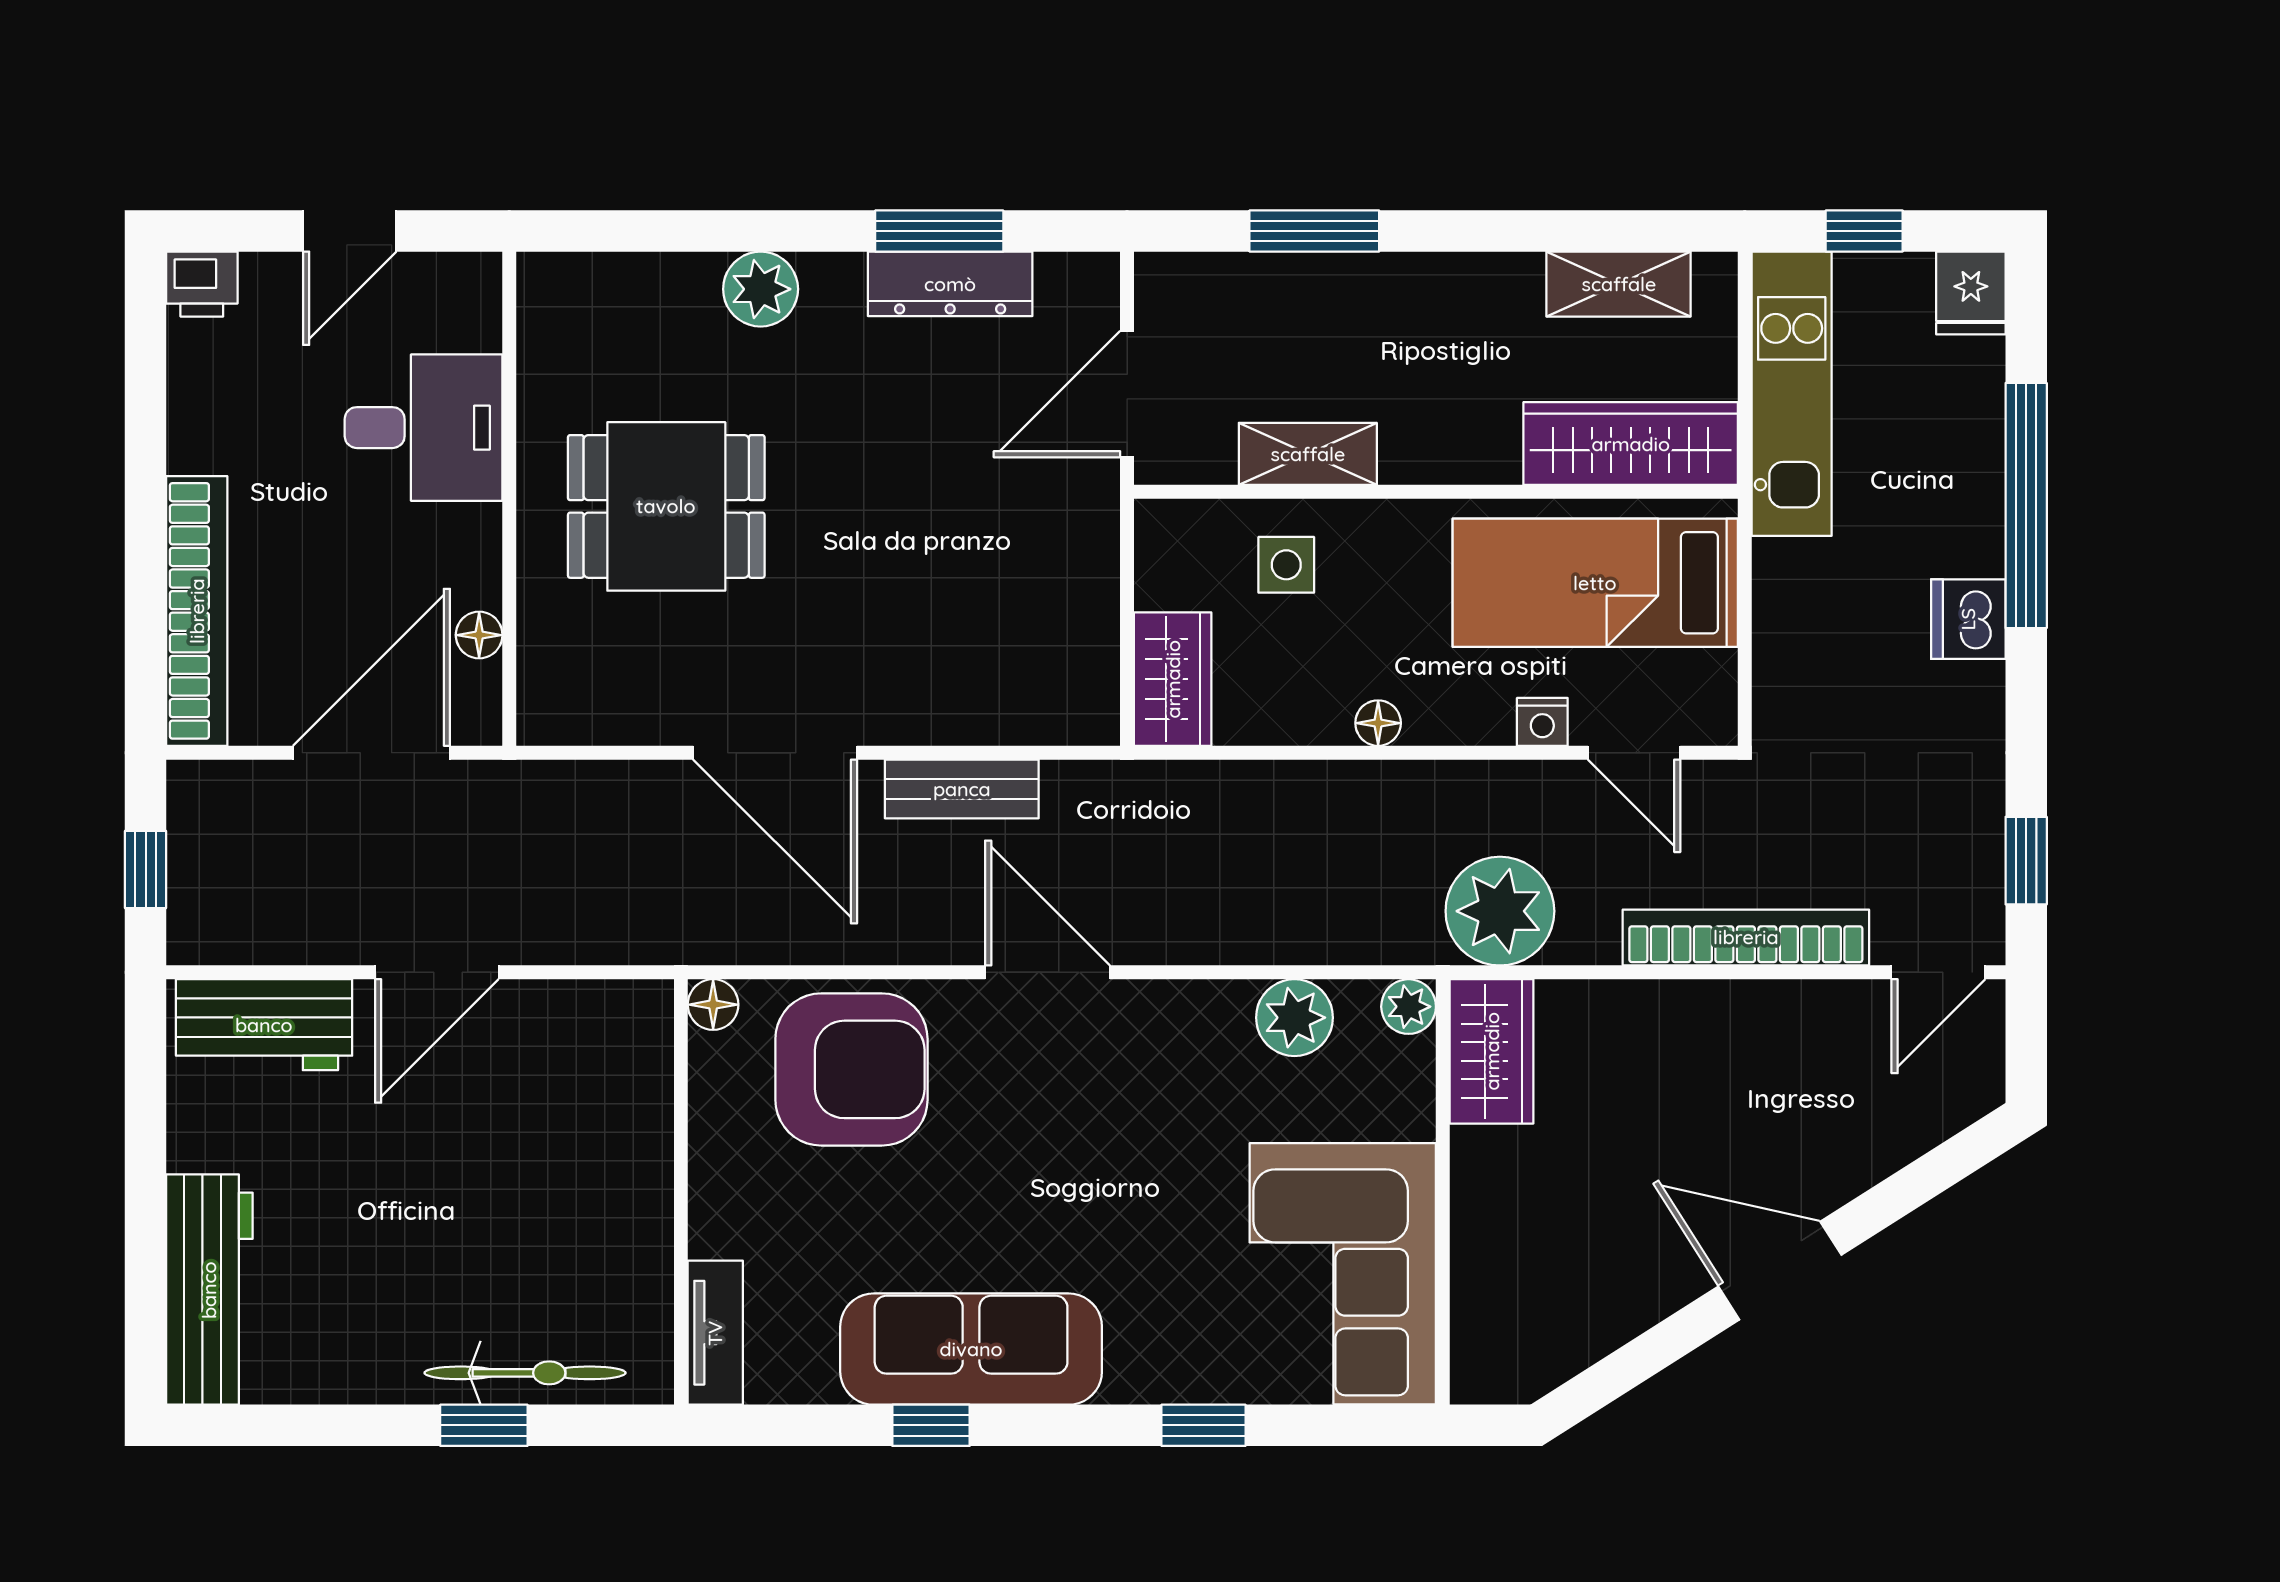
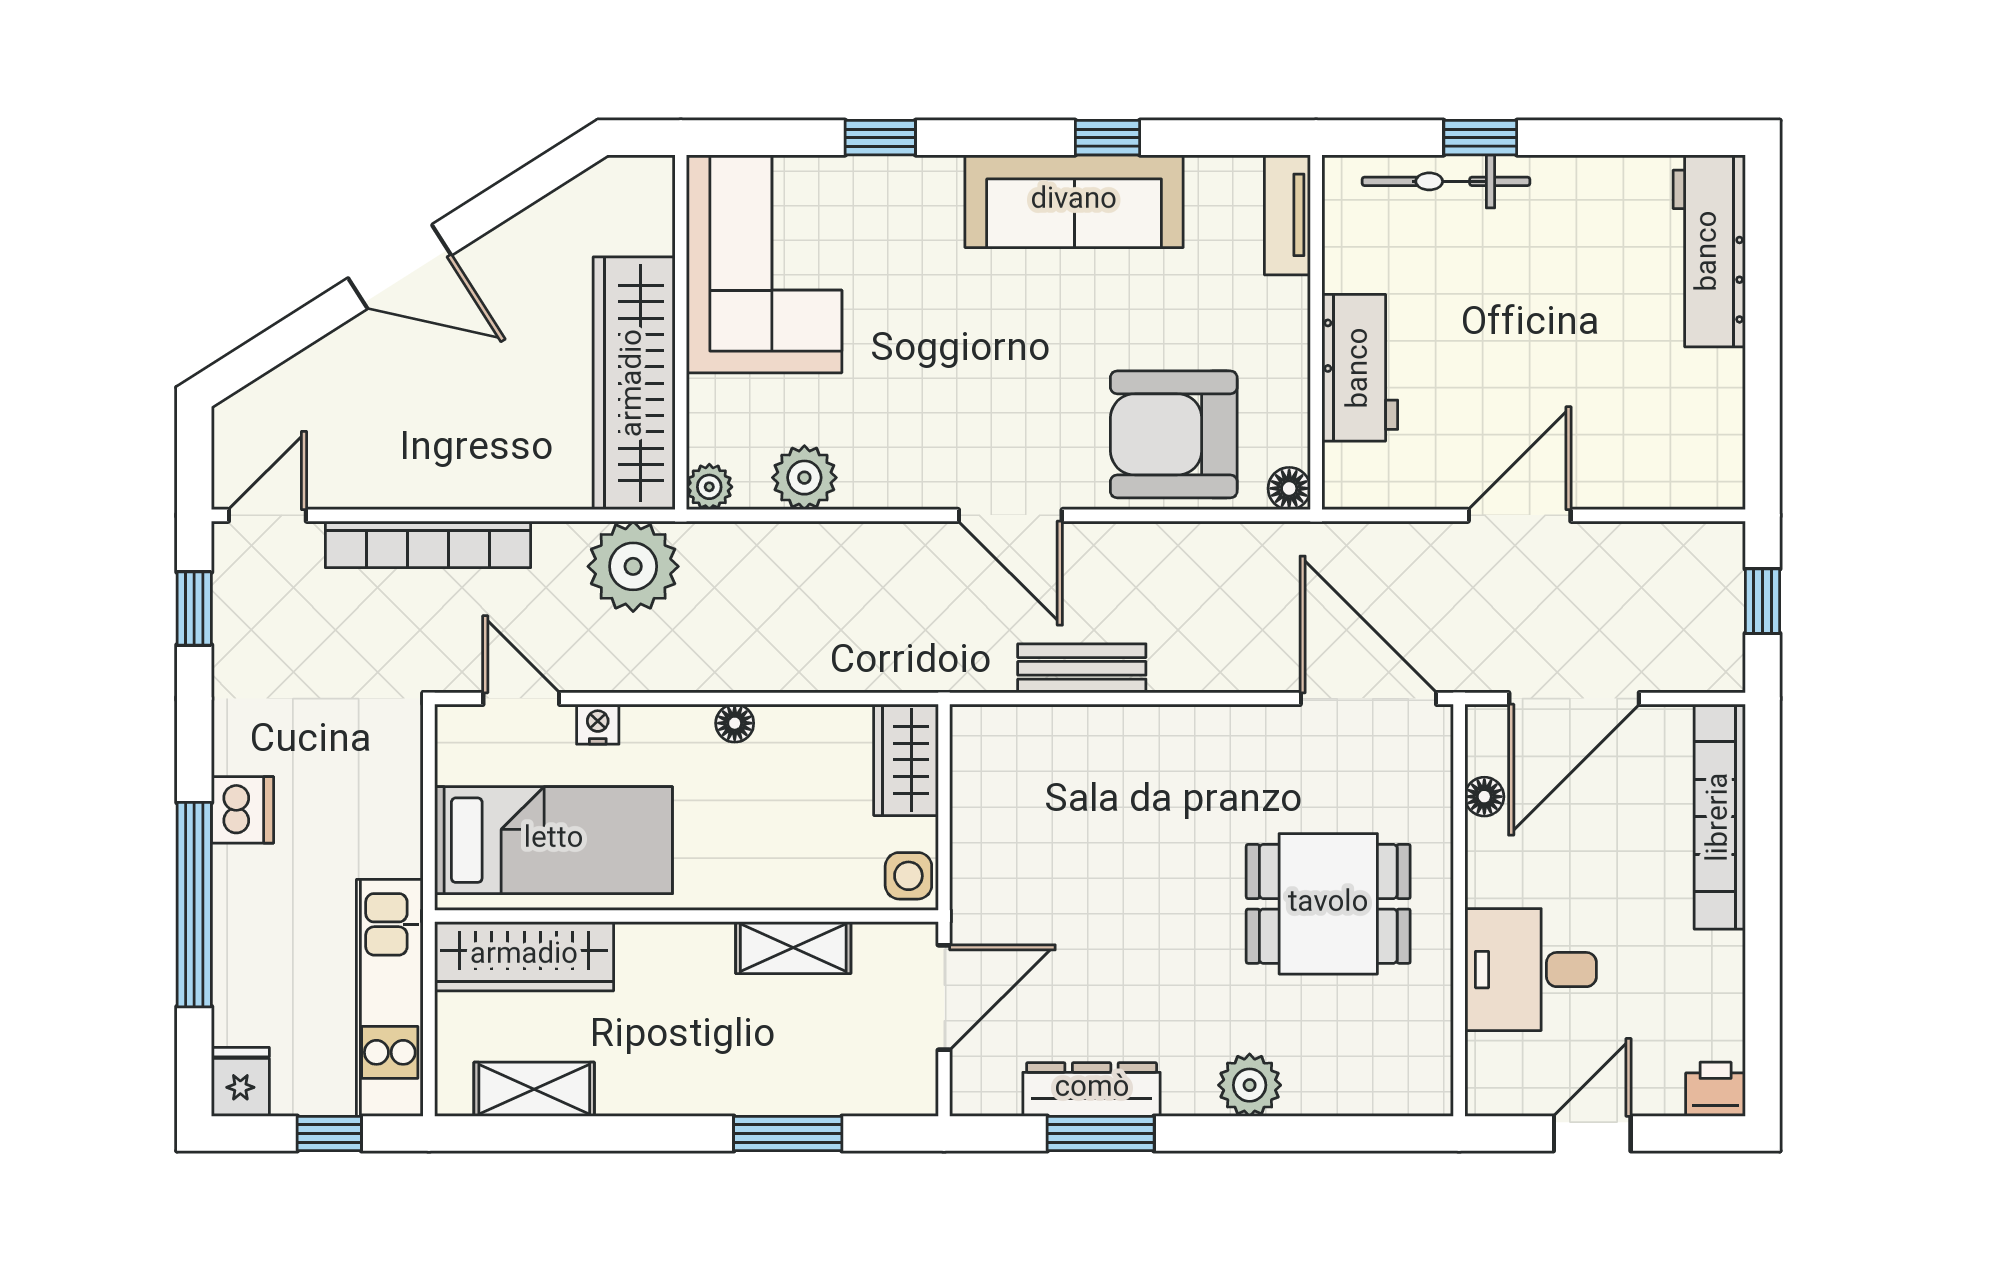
side table: (1286, 565) -> (908, 876), moved
door: (775, 753) -> (1368, 699), moved
workbench: (264, 1025) -> (1360, 368), moved, turned 90
wardrobe: (1492, 1051) -> (634, 383), width x2.10, depth x1.17

